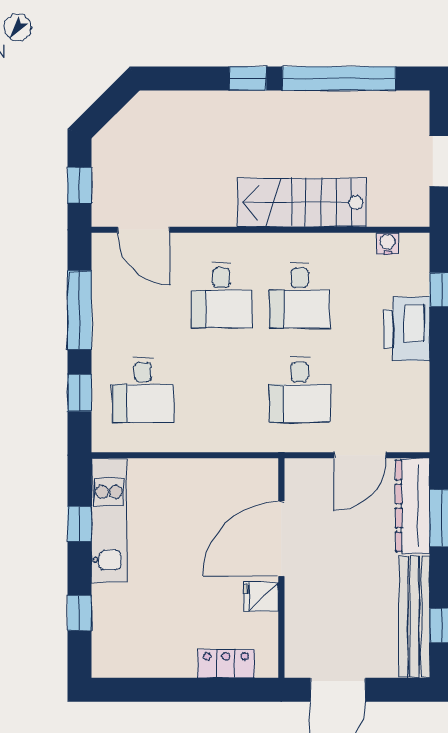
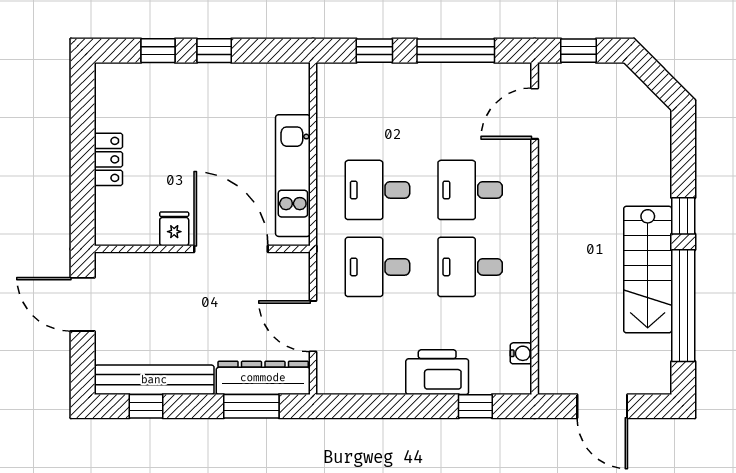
stairs: (302, 202) -> (648, 270), moved, turned 180
desk: (143, 390) -> (377, 190), moved
kitchen unit: (109, 520) -> (293, 176), moved, turned 90
window: (79, 524) -> (214, 51), moved
locker: (226, 664) -> (108, 159), moved

